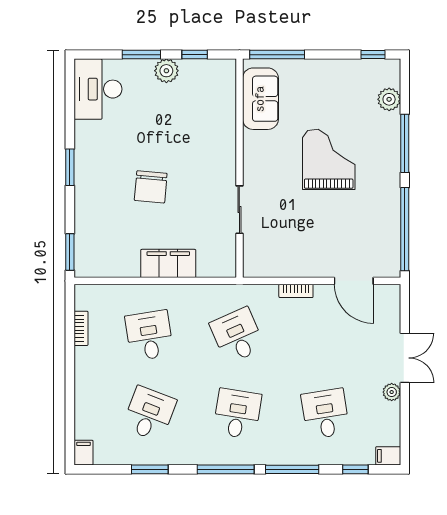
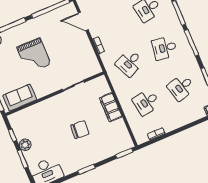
grand piano: (329, 159) -> (34, 56), turned -90
door: (354, 281) -> (83, 21), swing flipped
desk: (149, 414) -> (181, 87), turned -36

